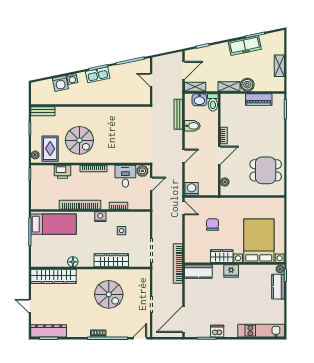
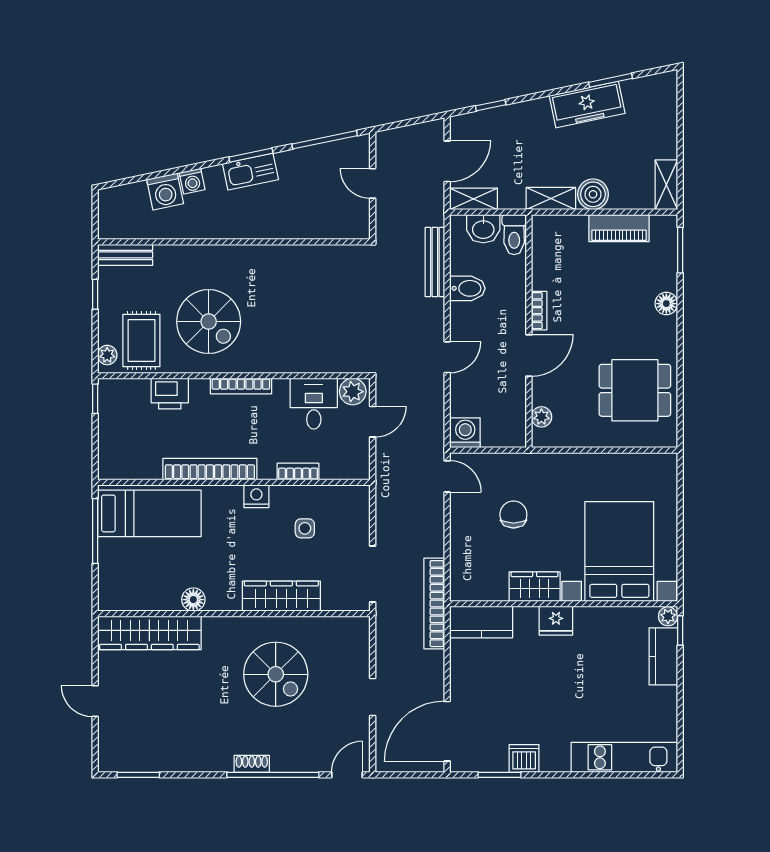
shelving: (279, 66) -> (666, 185), moved
floor lamp: (279, 132) -> (666, 304), added
dresser: (49, 331) -> (138, 758), removed

